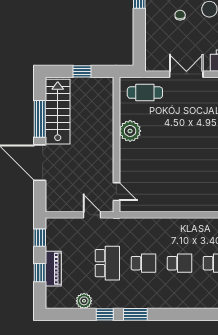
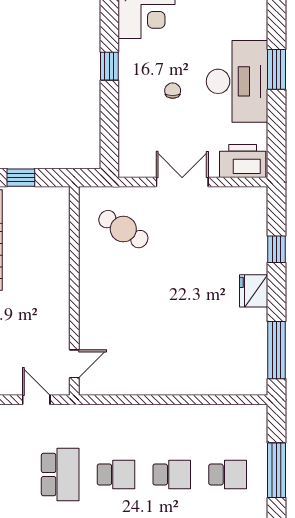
cafe table: (145, 93) -> (123, 229), moved, turned 32
plant: (130, 131) -> (95, 270), removed
door: (116, 192) -> (74, 364), hinge flipped

